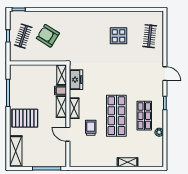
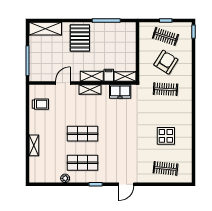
clothes rail: (74, 36) -> (165, 89), added
shop shelf: (116, 116) -> (82, 134), width x0.70, depth x0.74
trolley: (91, 128) -> (40, 104), moved

